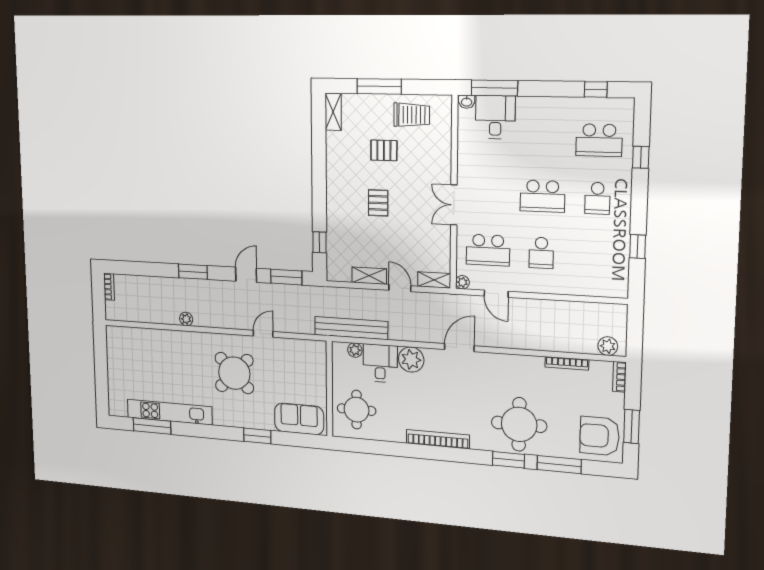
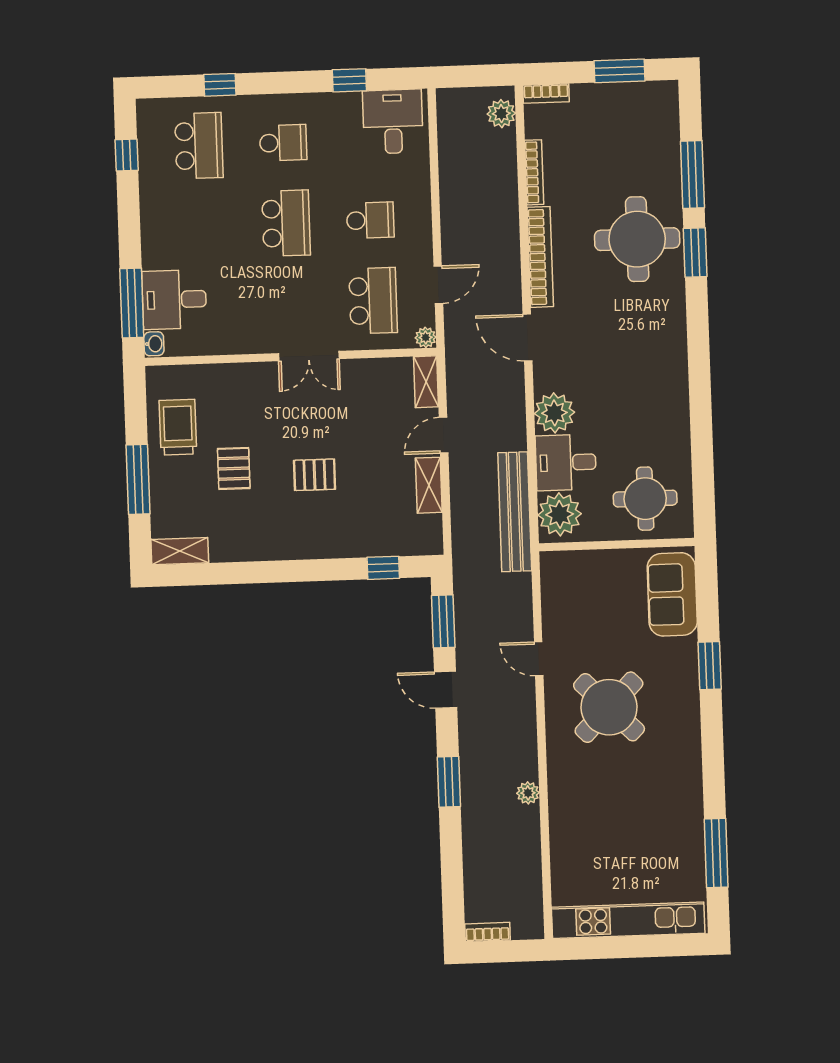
desk: (607, 274) -> (393, 121), added
plant: (355, 350) -> (560, 514), width x1.87, depth x1.87
kitchen unit: (170, 412) -> (628, 920), moved, turned 90
armchair: (599, 436) -> (640, 117), removed
bookcase: (438, 439) -> (540, 257), moved, turned 180

